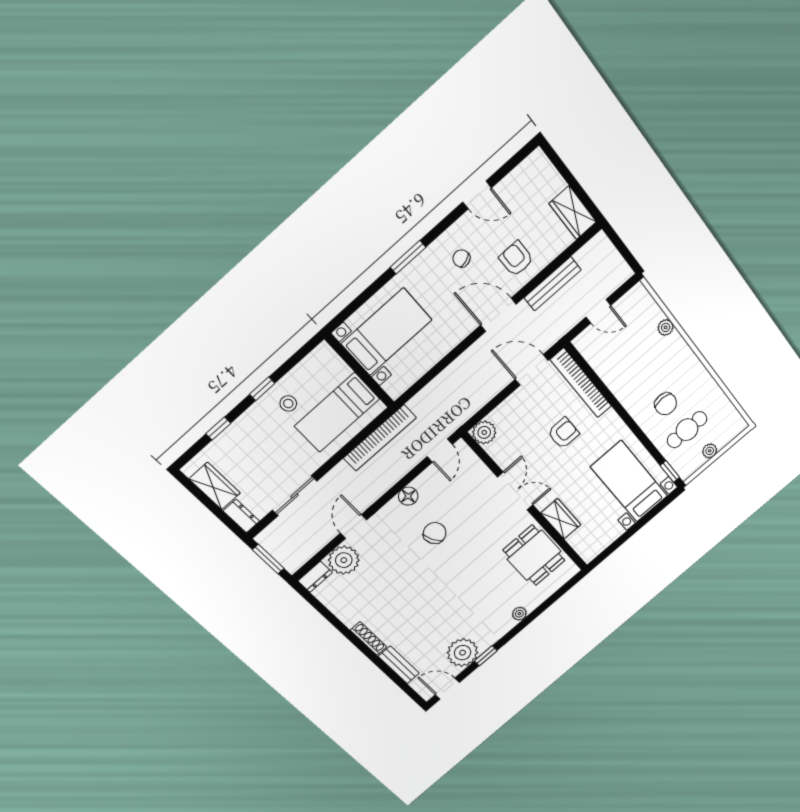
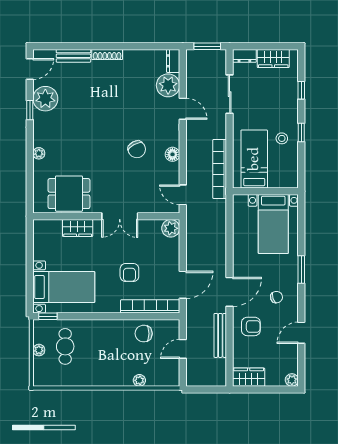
plant: (538, 160) -> (292, 380), added
chair: (666, 404) -> (144, 334), moved

